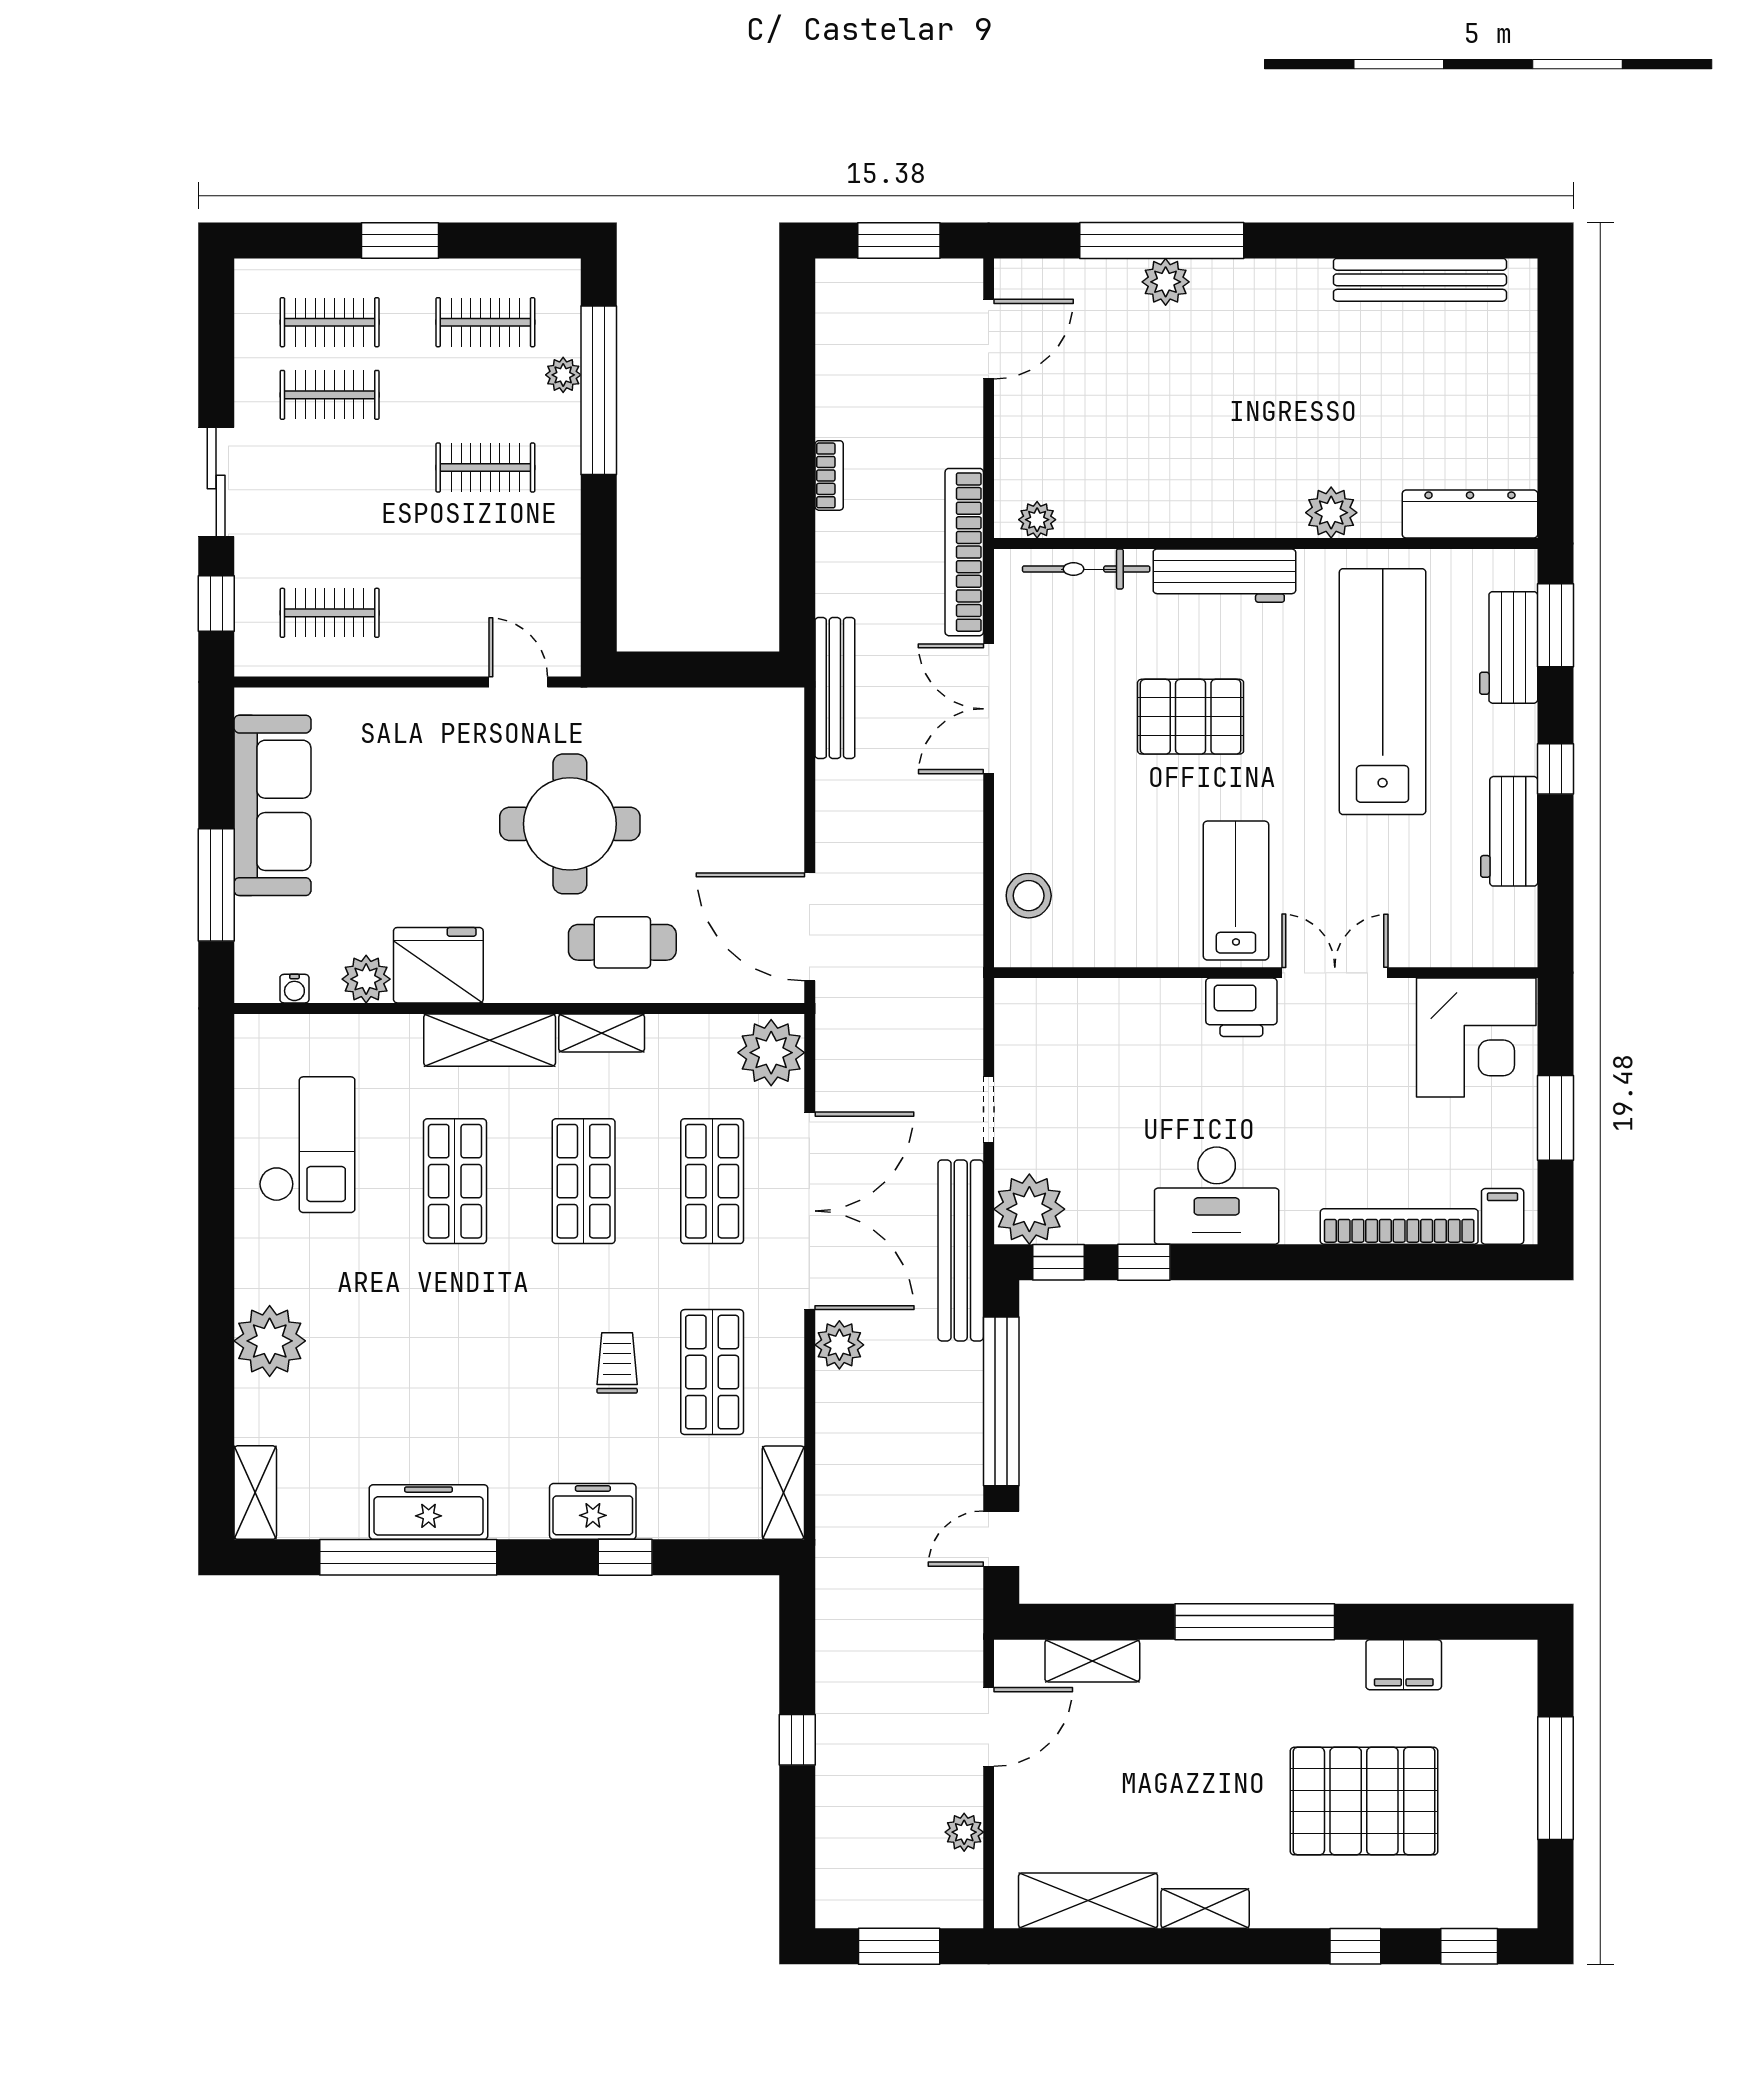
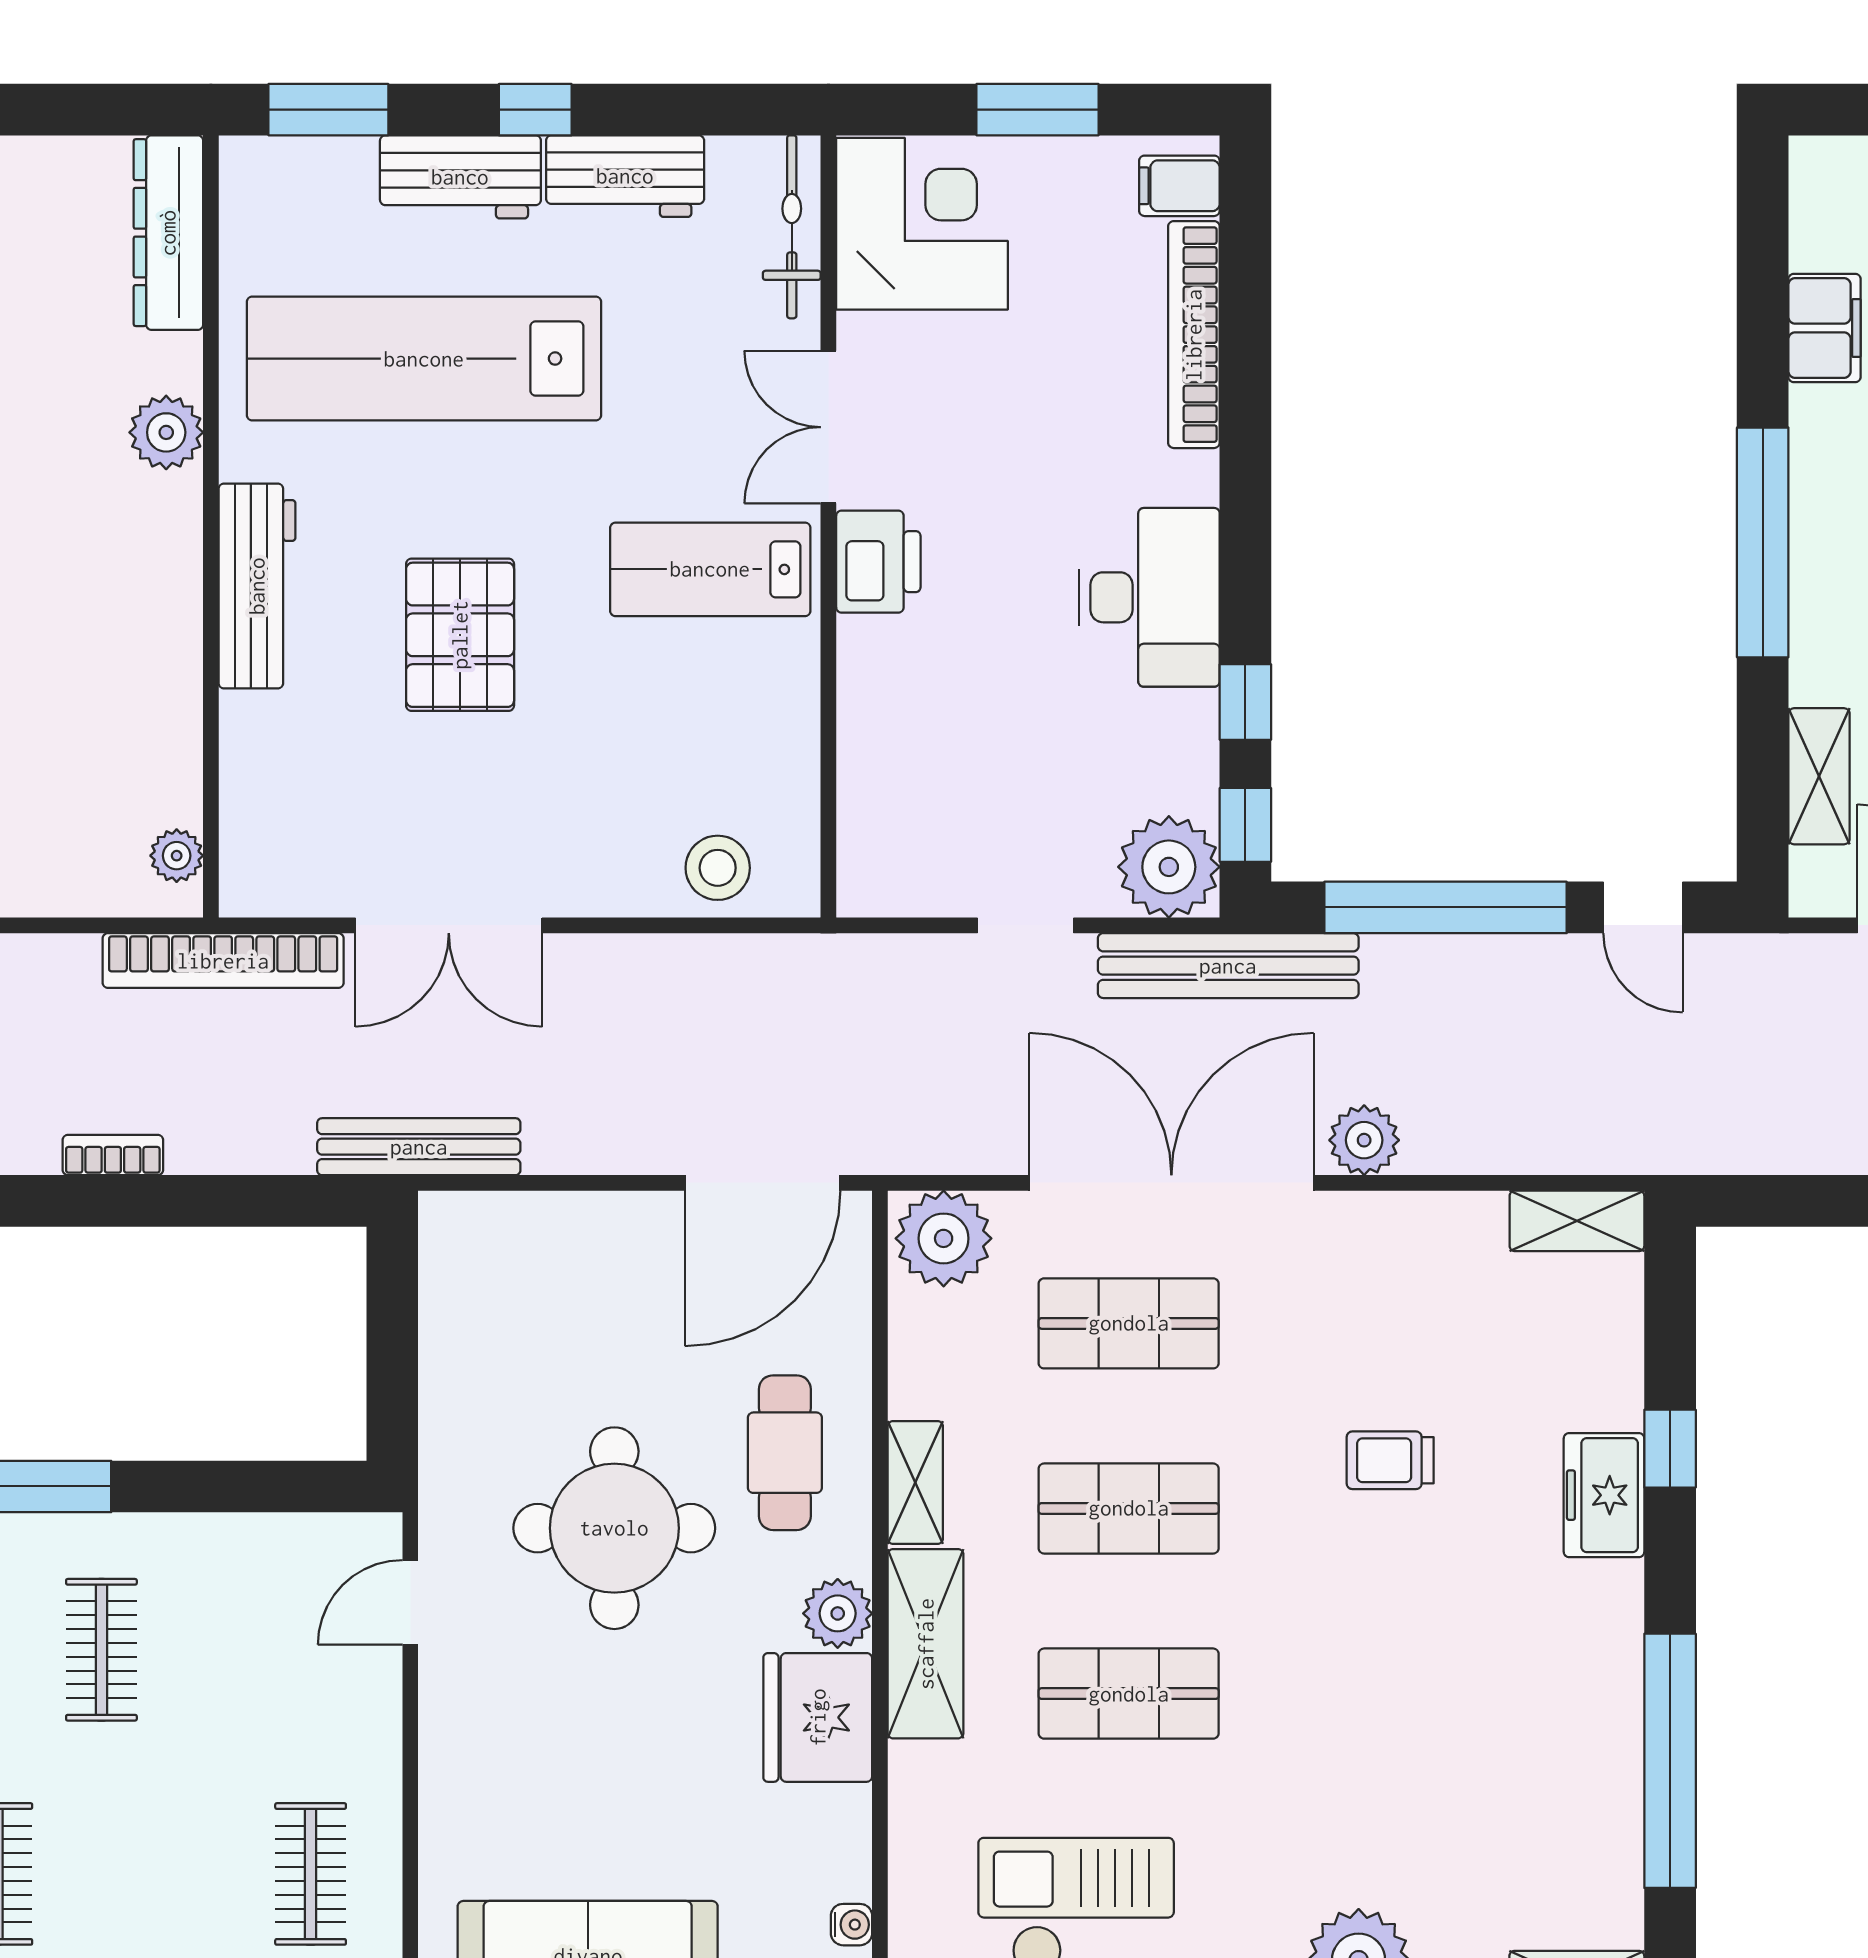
bicycle: (1086, 569) -> (792, 227), moved, turned 180
workbench: (1509, 647) -> (460, 177), moved
plant: (366, 979) -> (838, 1613), moved
shop shelf: (712, 1372) -> (1403, 1323), removed
freezer: (429, 1512) -> (1605, 1732), removed

